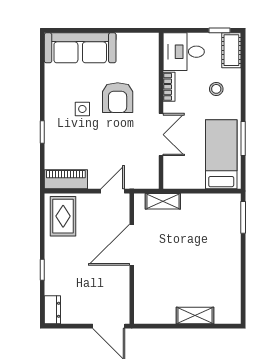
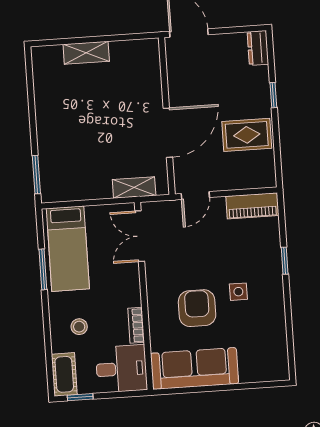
sofa: (80, 48) -> (194, 368), moved
double door: (161, 135) -> (140, 236), moved
rug: (63, 216) -> (247, 135), moved, turned 90

